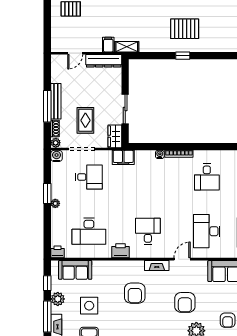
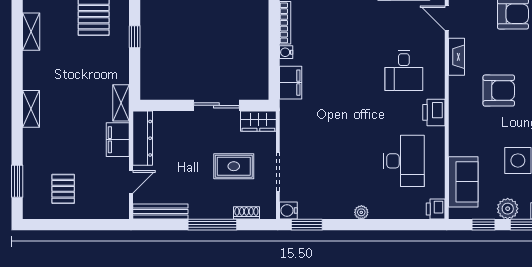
filing cabinet: (108, 45) -> (118, 140), width x2.00
door: (75, 53) -> (131, 182), hinge flipped
window: (183, 56) -> (135, 37), moved
bench: (56, 101) -> (160, 212), moved
plant: (56, 143) -> (268, 212), removed
filing cabinet: (123, 157) -> (291, 83), moved
desk: (89, 177) -> (321, 161), removed
window: (47, 194) -> (307, 225), moved
desk: (148, 231) -> (404, 71), turned -90

